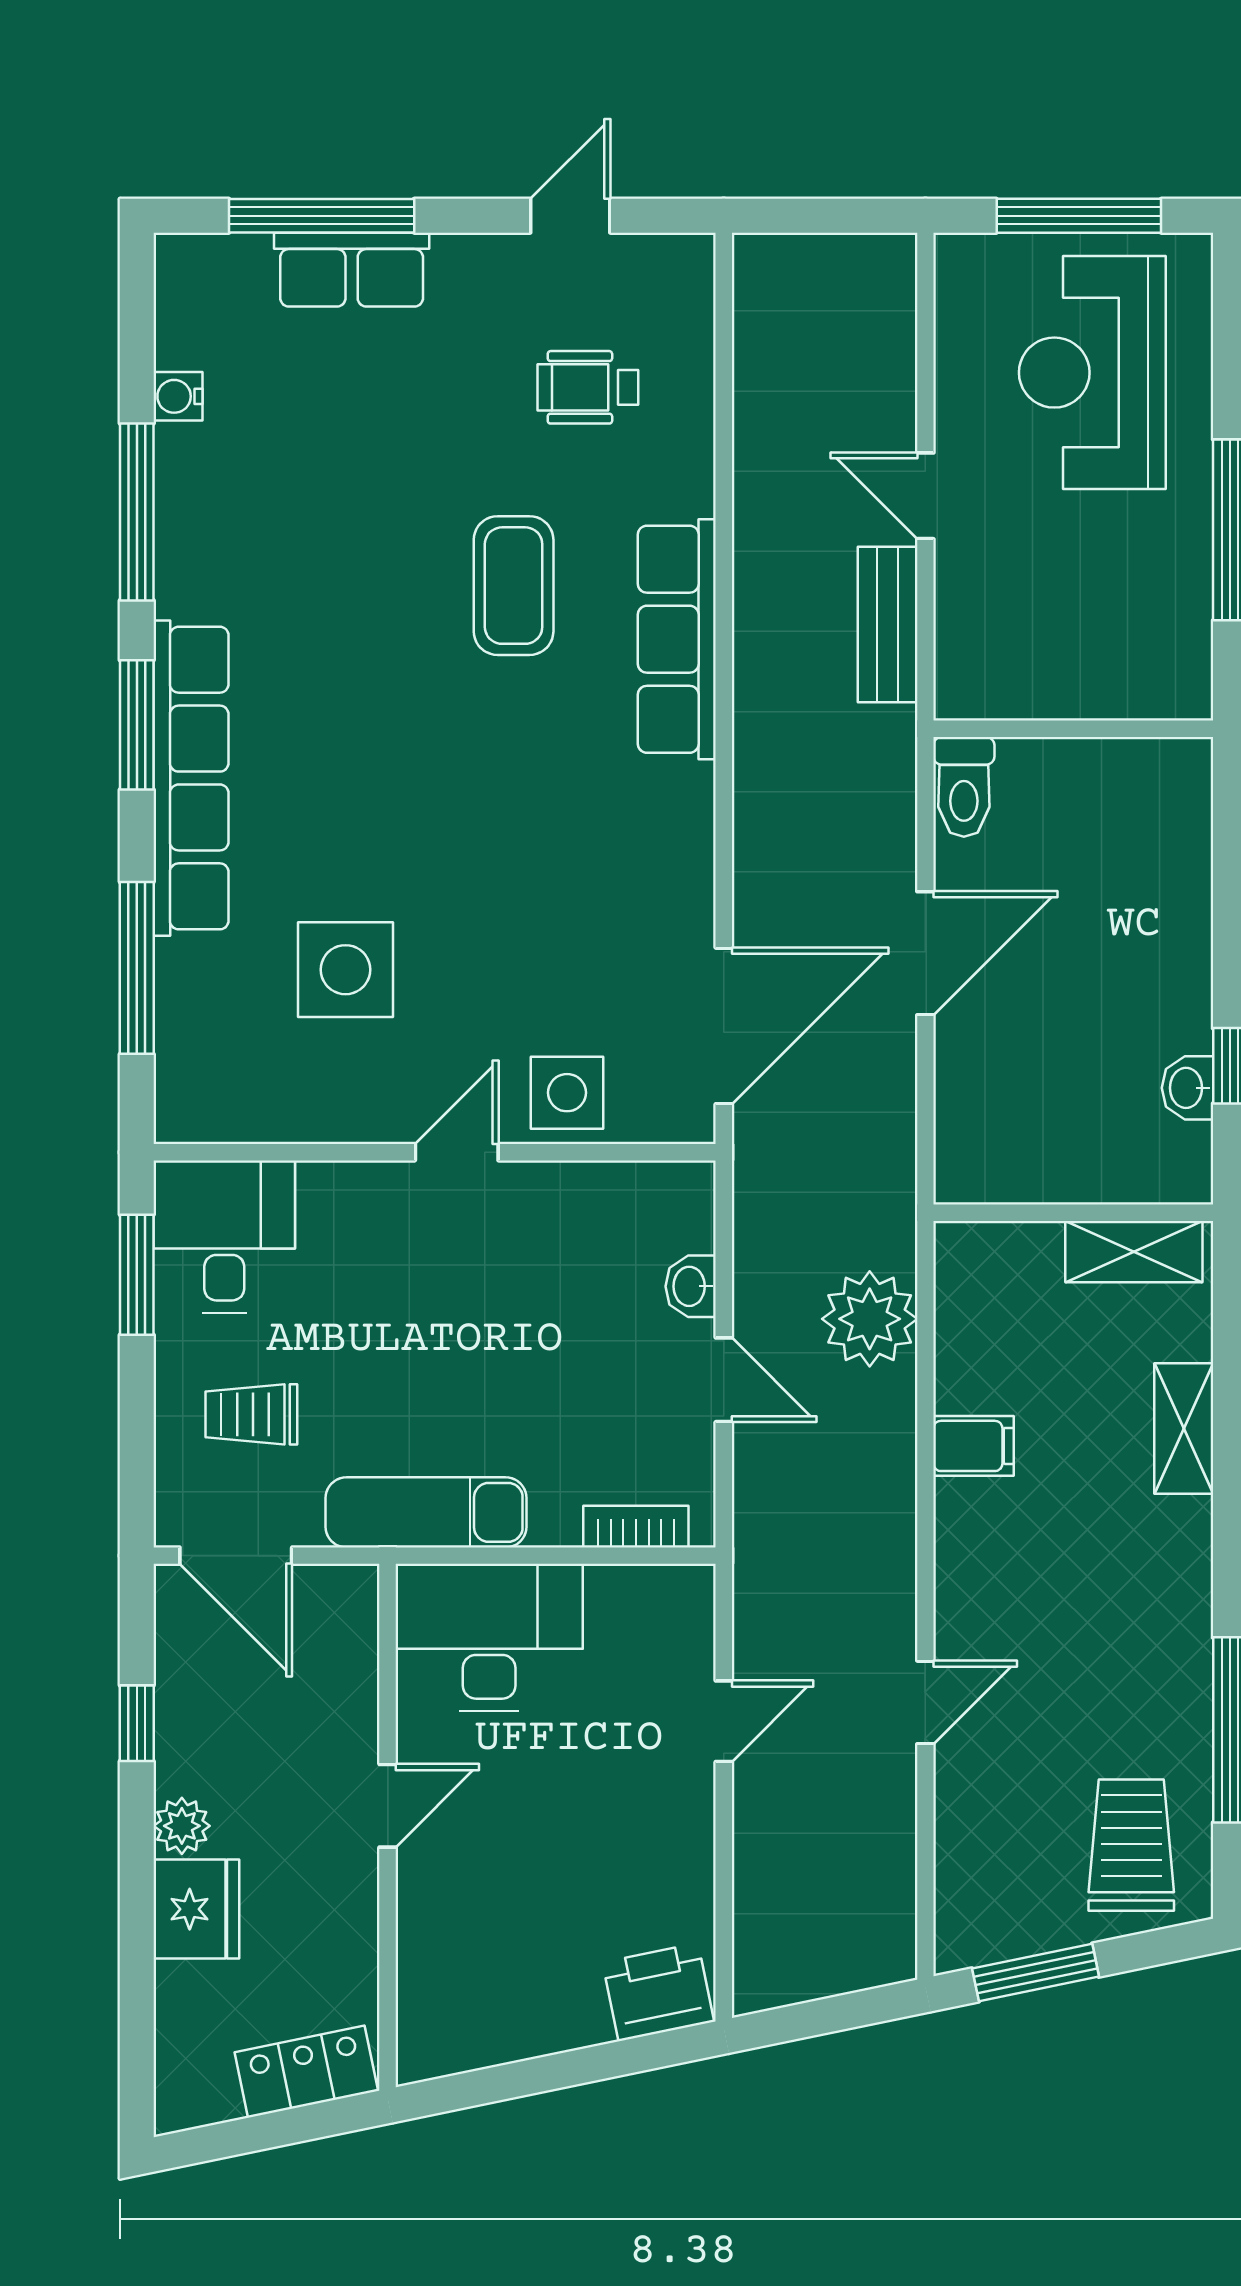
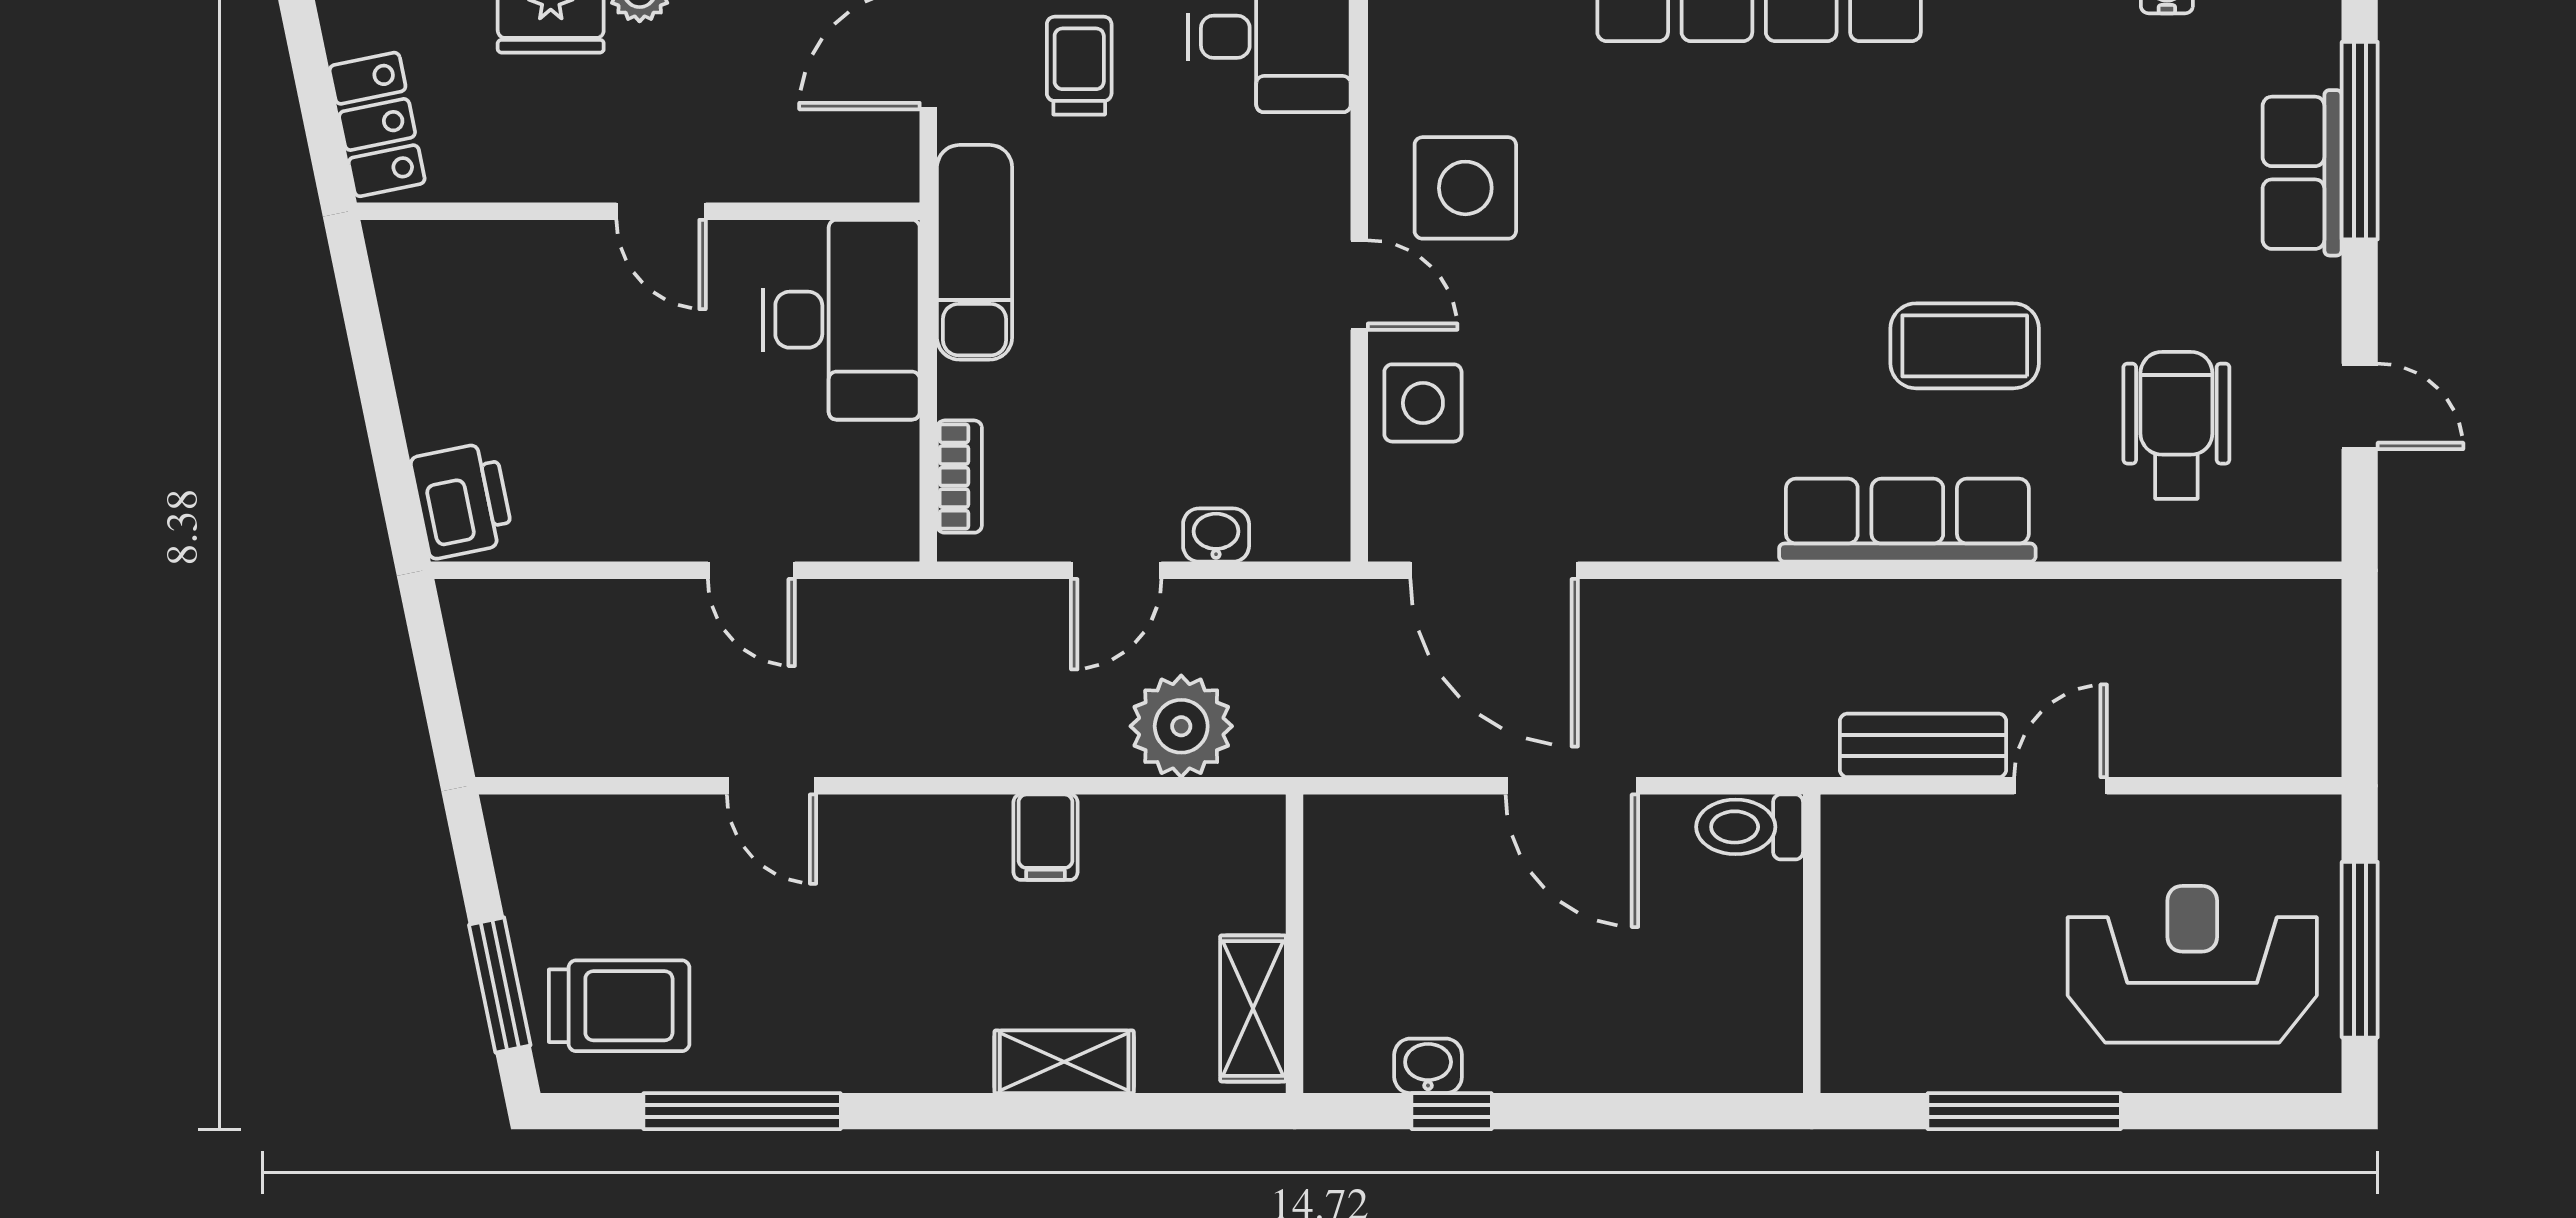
wheelchair: (588, 387) -> (2176, 425), width x1.36, depth x1.37
side table: (345, 970) -> (1465, 188), moved
window: (1036, 1973) -> (500, 985), moved

